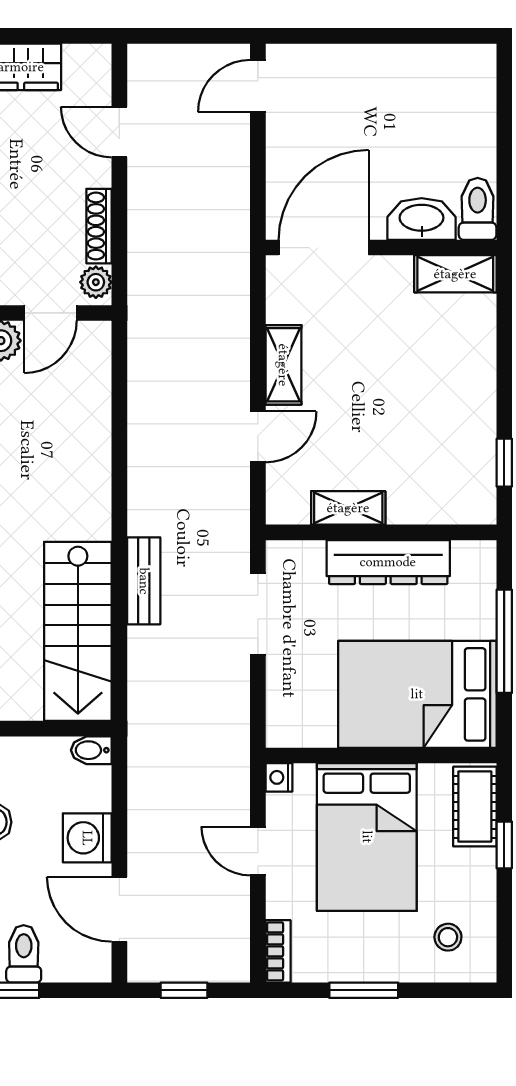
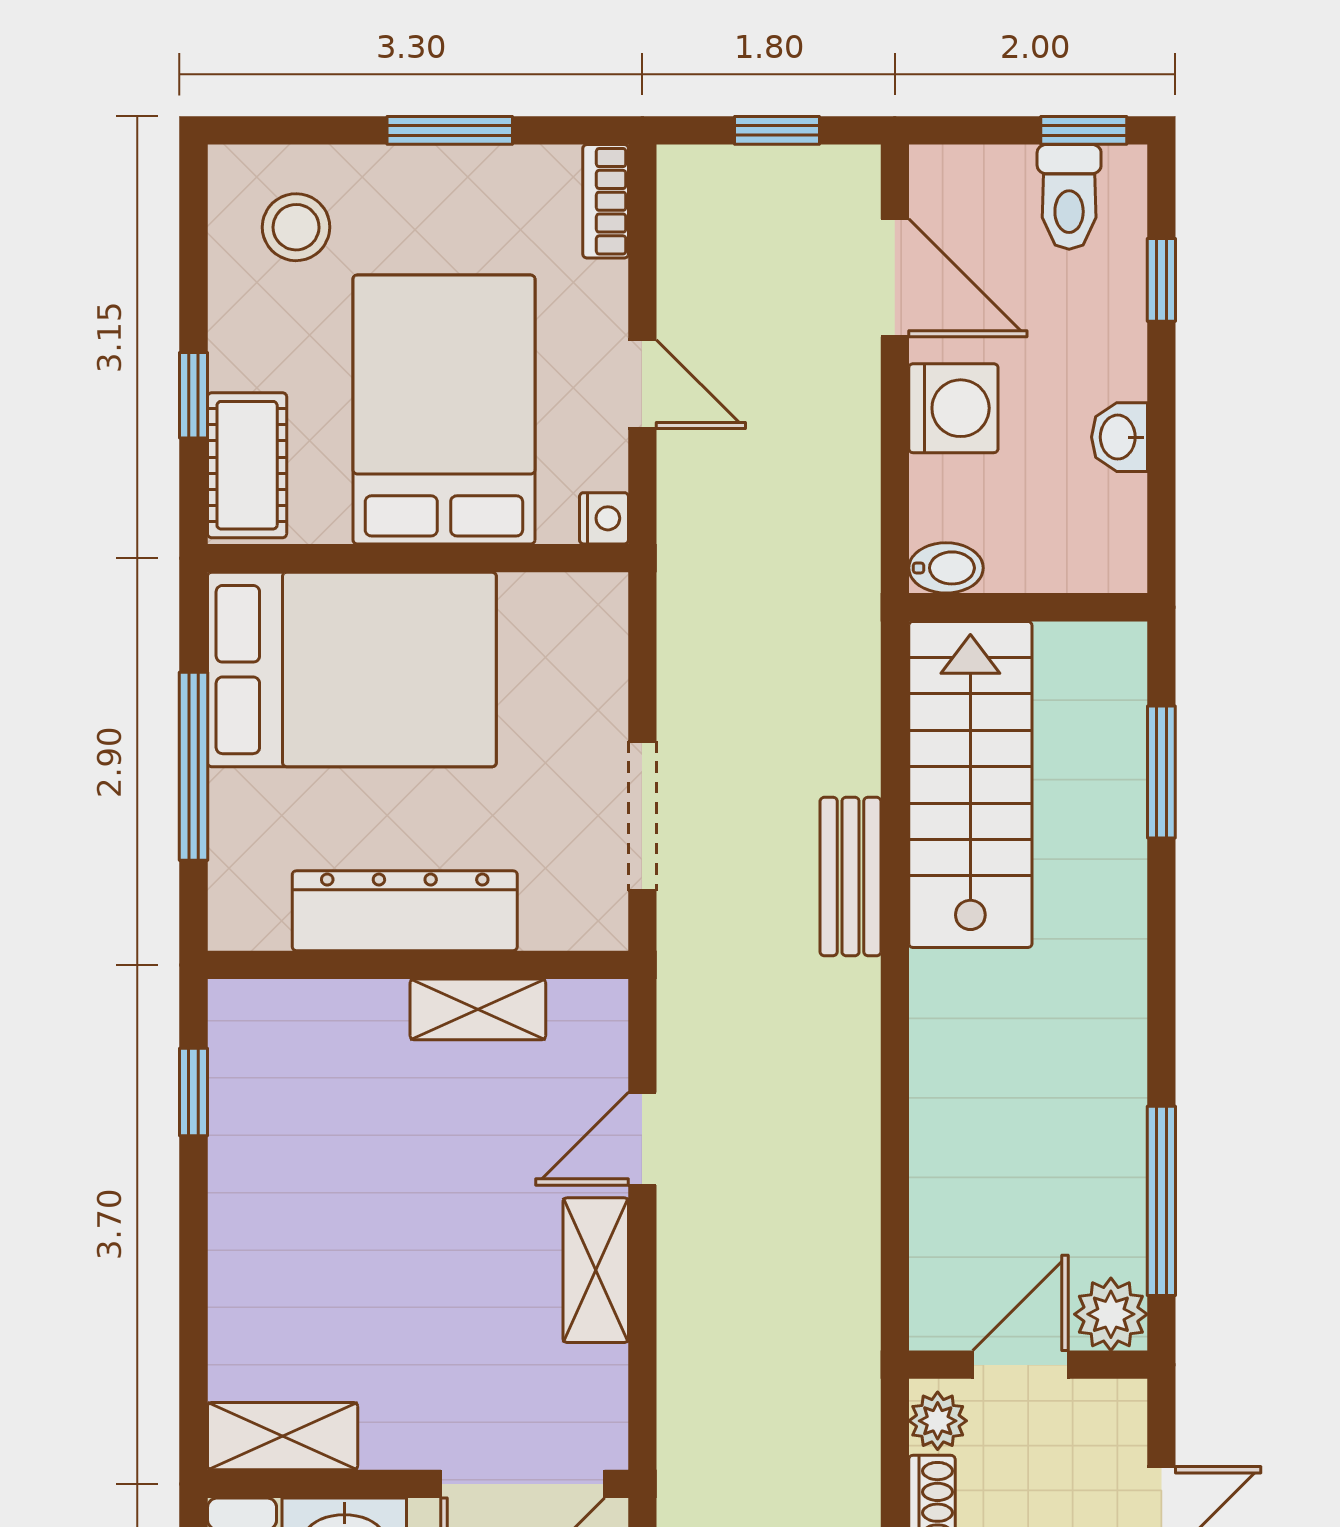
stool: (448, 937) -> (296, 227), width x1.37, depth x1.37

